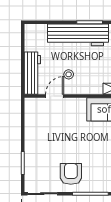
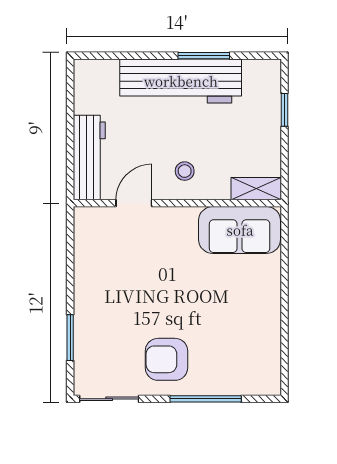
stool: (69, 74) -> (185, 171), moved
armchair: (71, 174) -> (166, 359), turned -90

